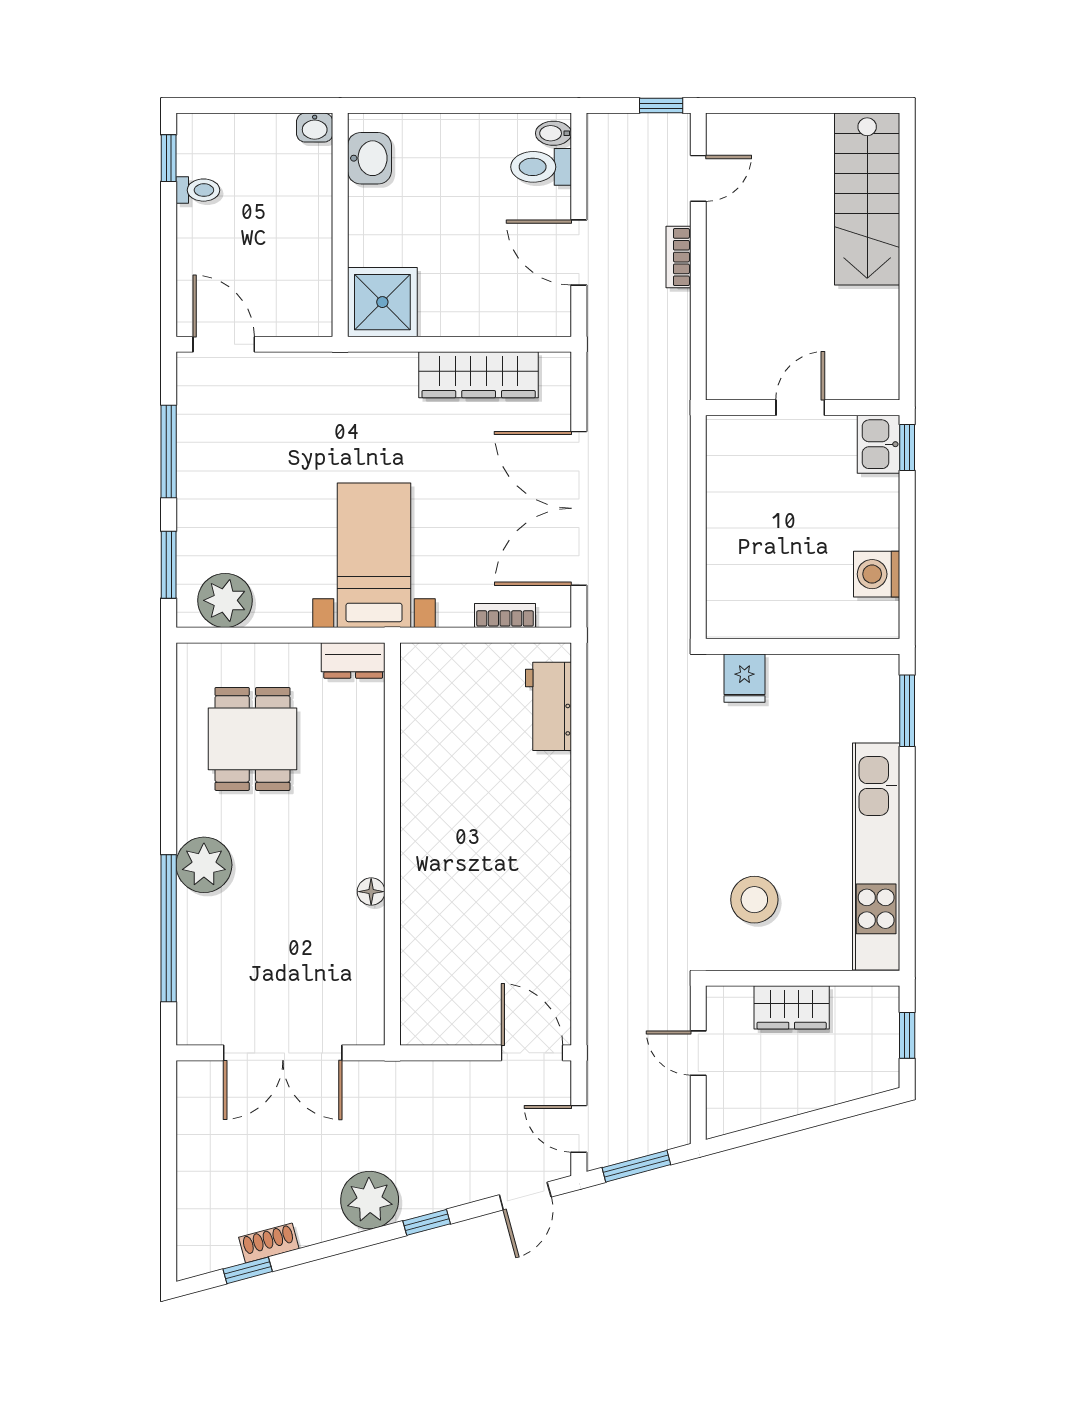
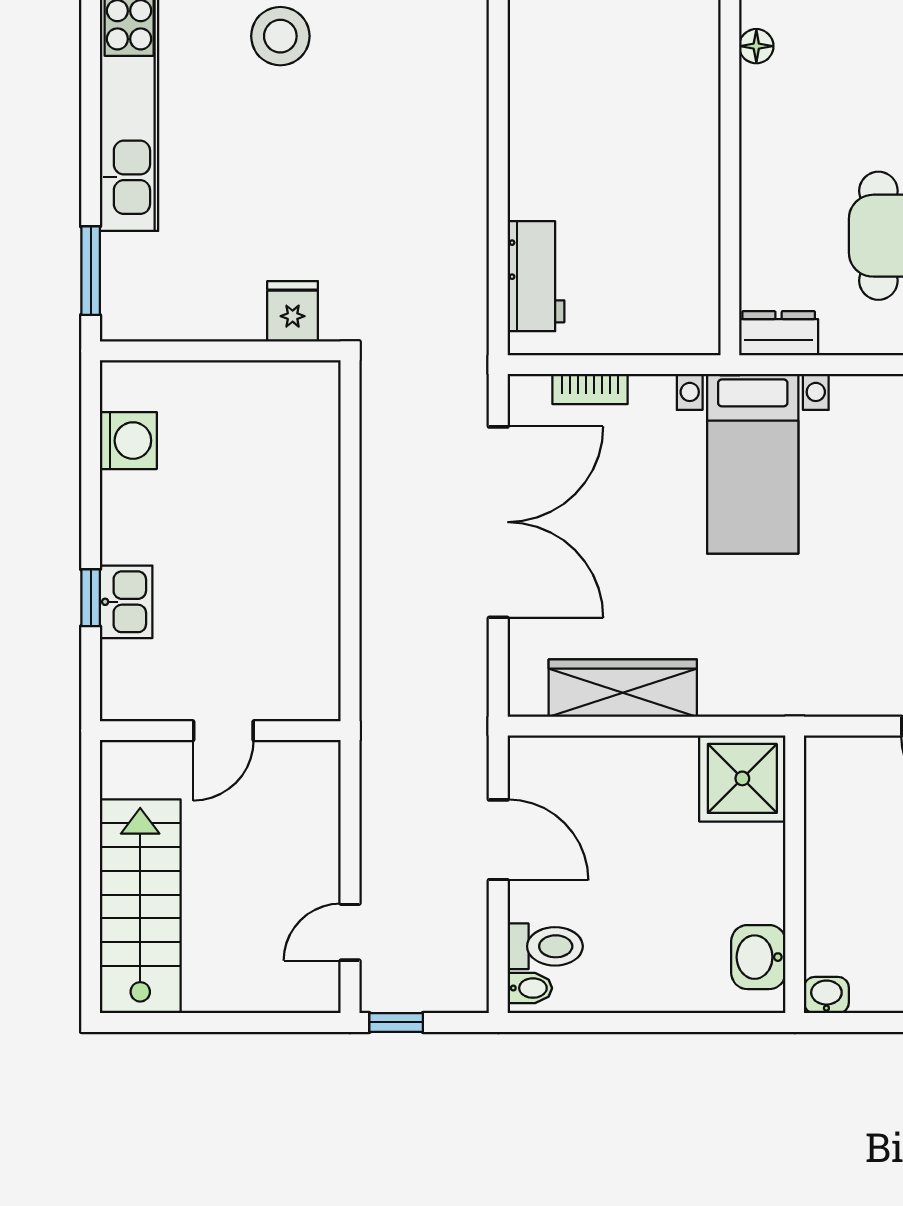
bookcase: (678, 257) -> (375, 834), removed
door: (800, 408) -> (223, 731), moved
wall: (803, 408) -> (220, 731), moved

